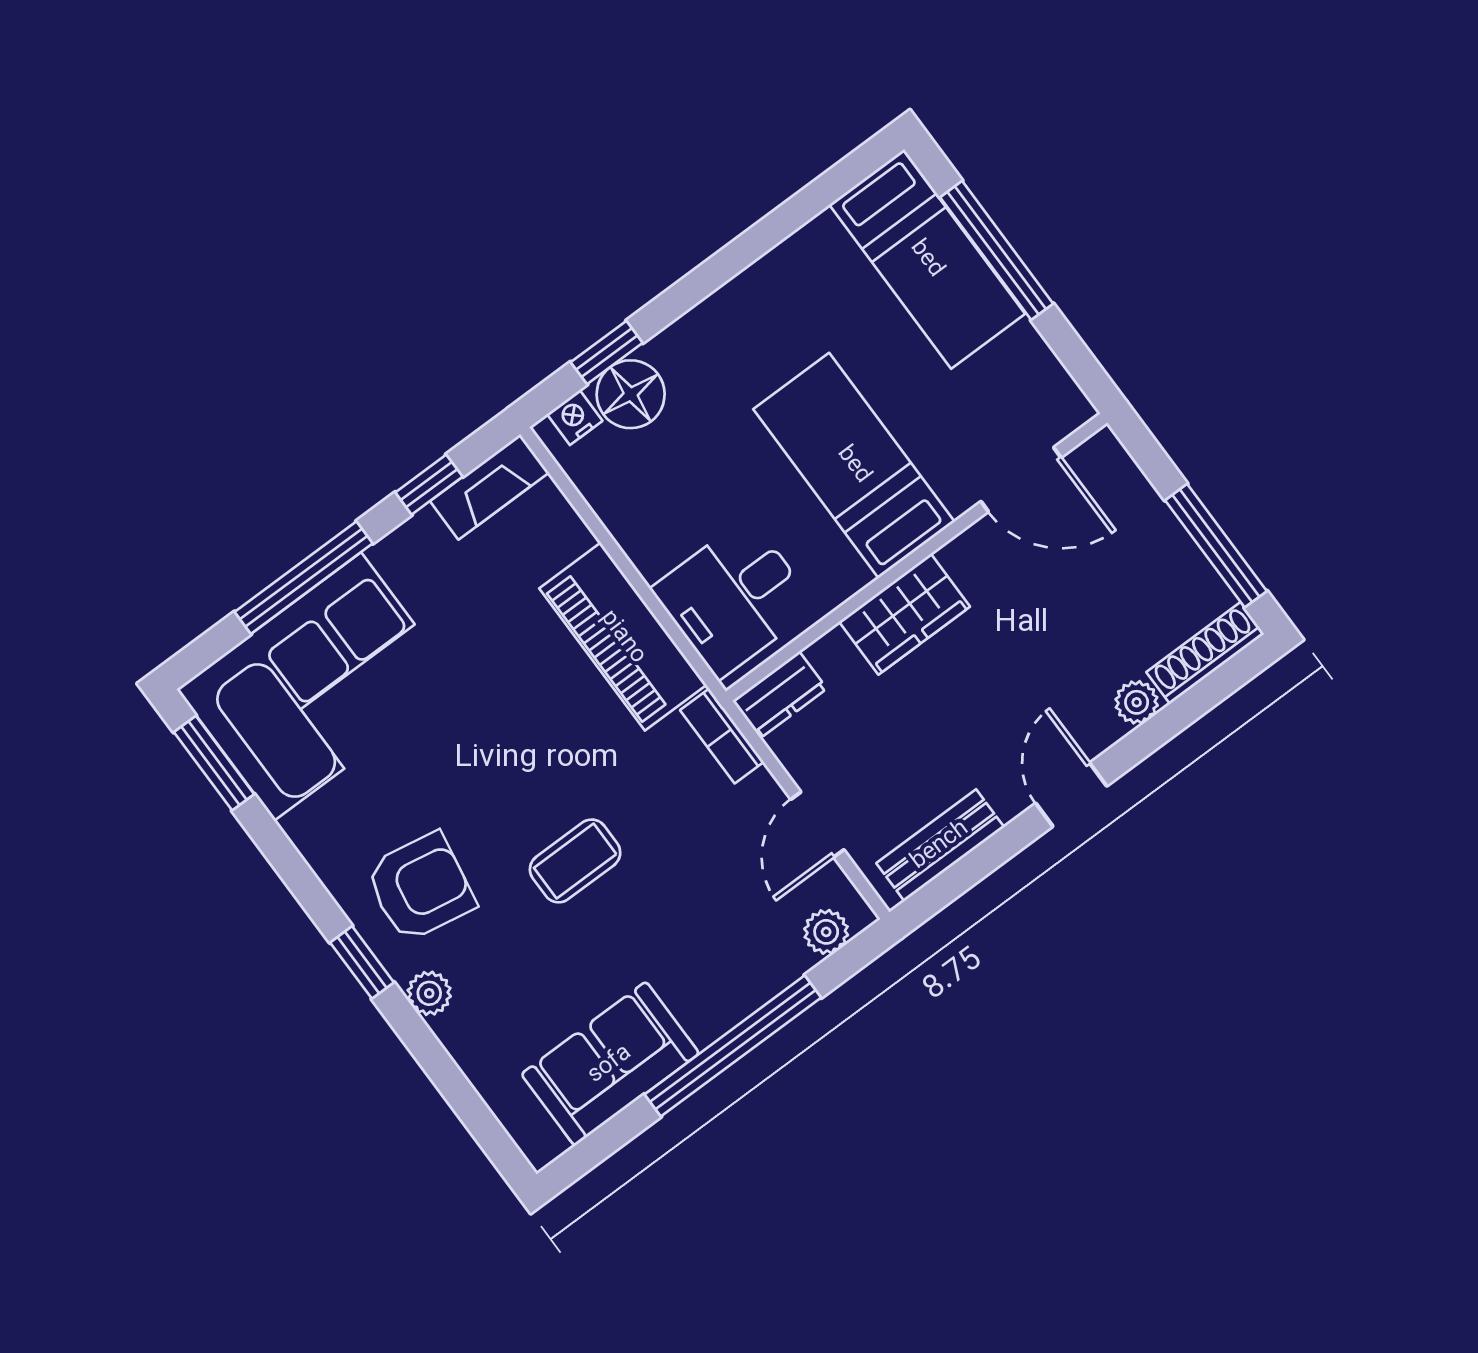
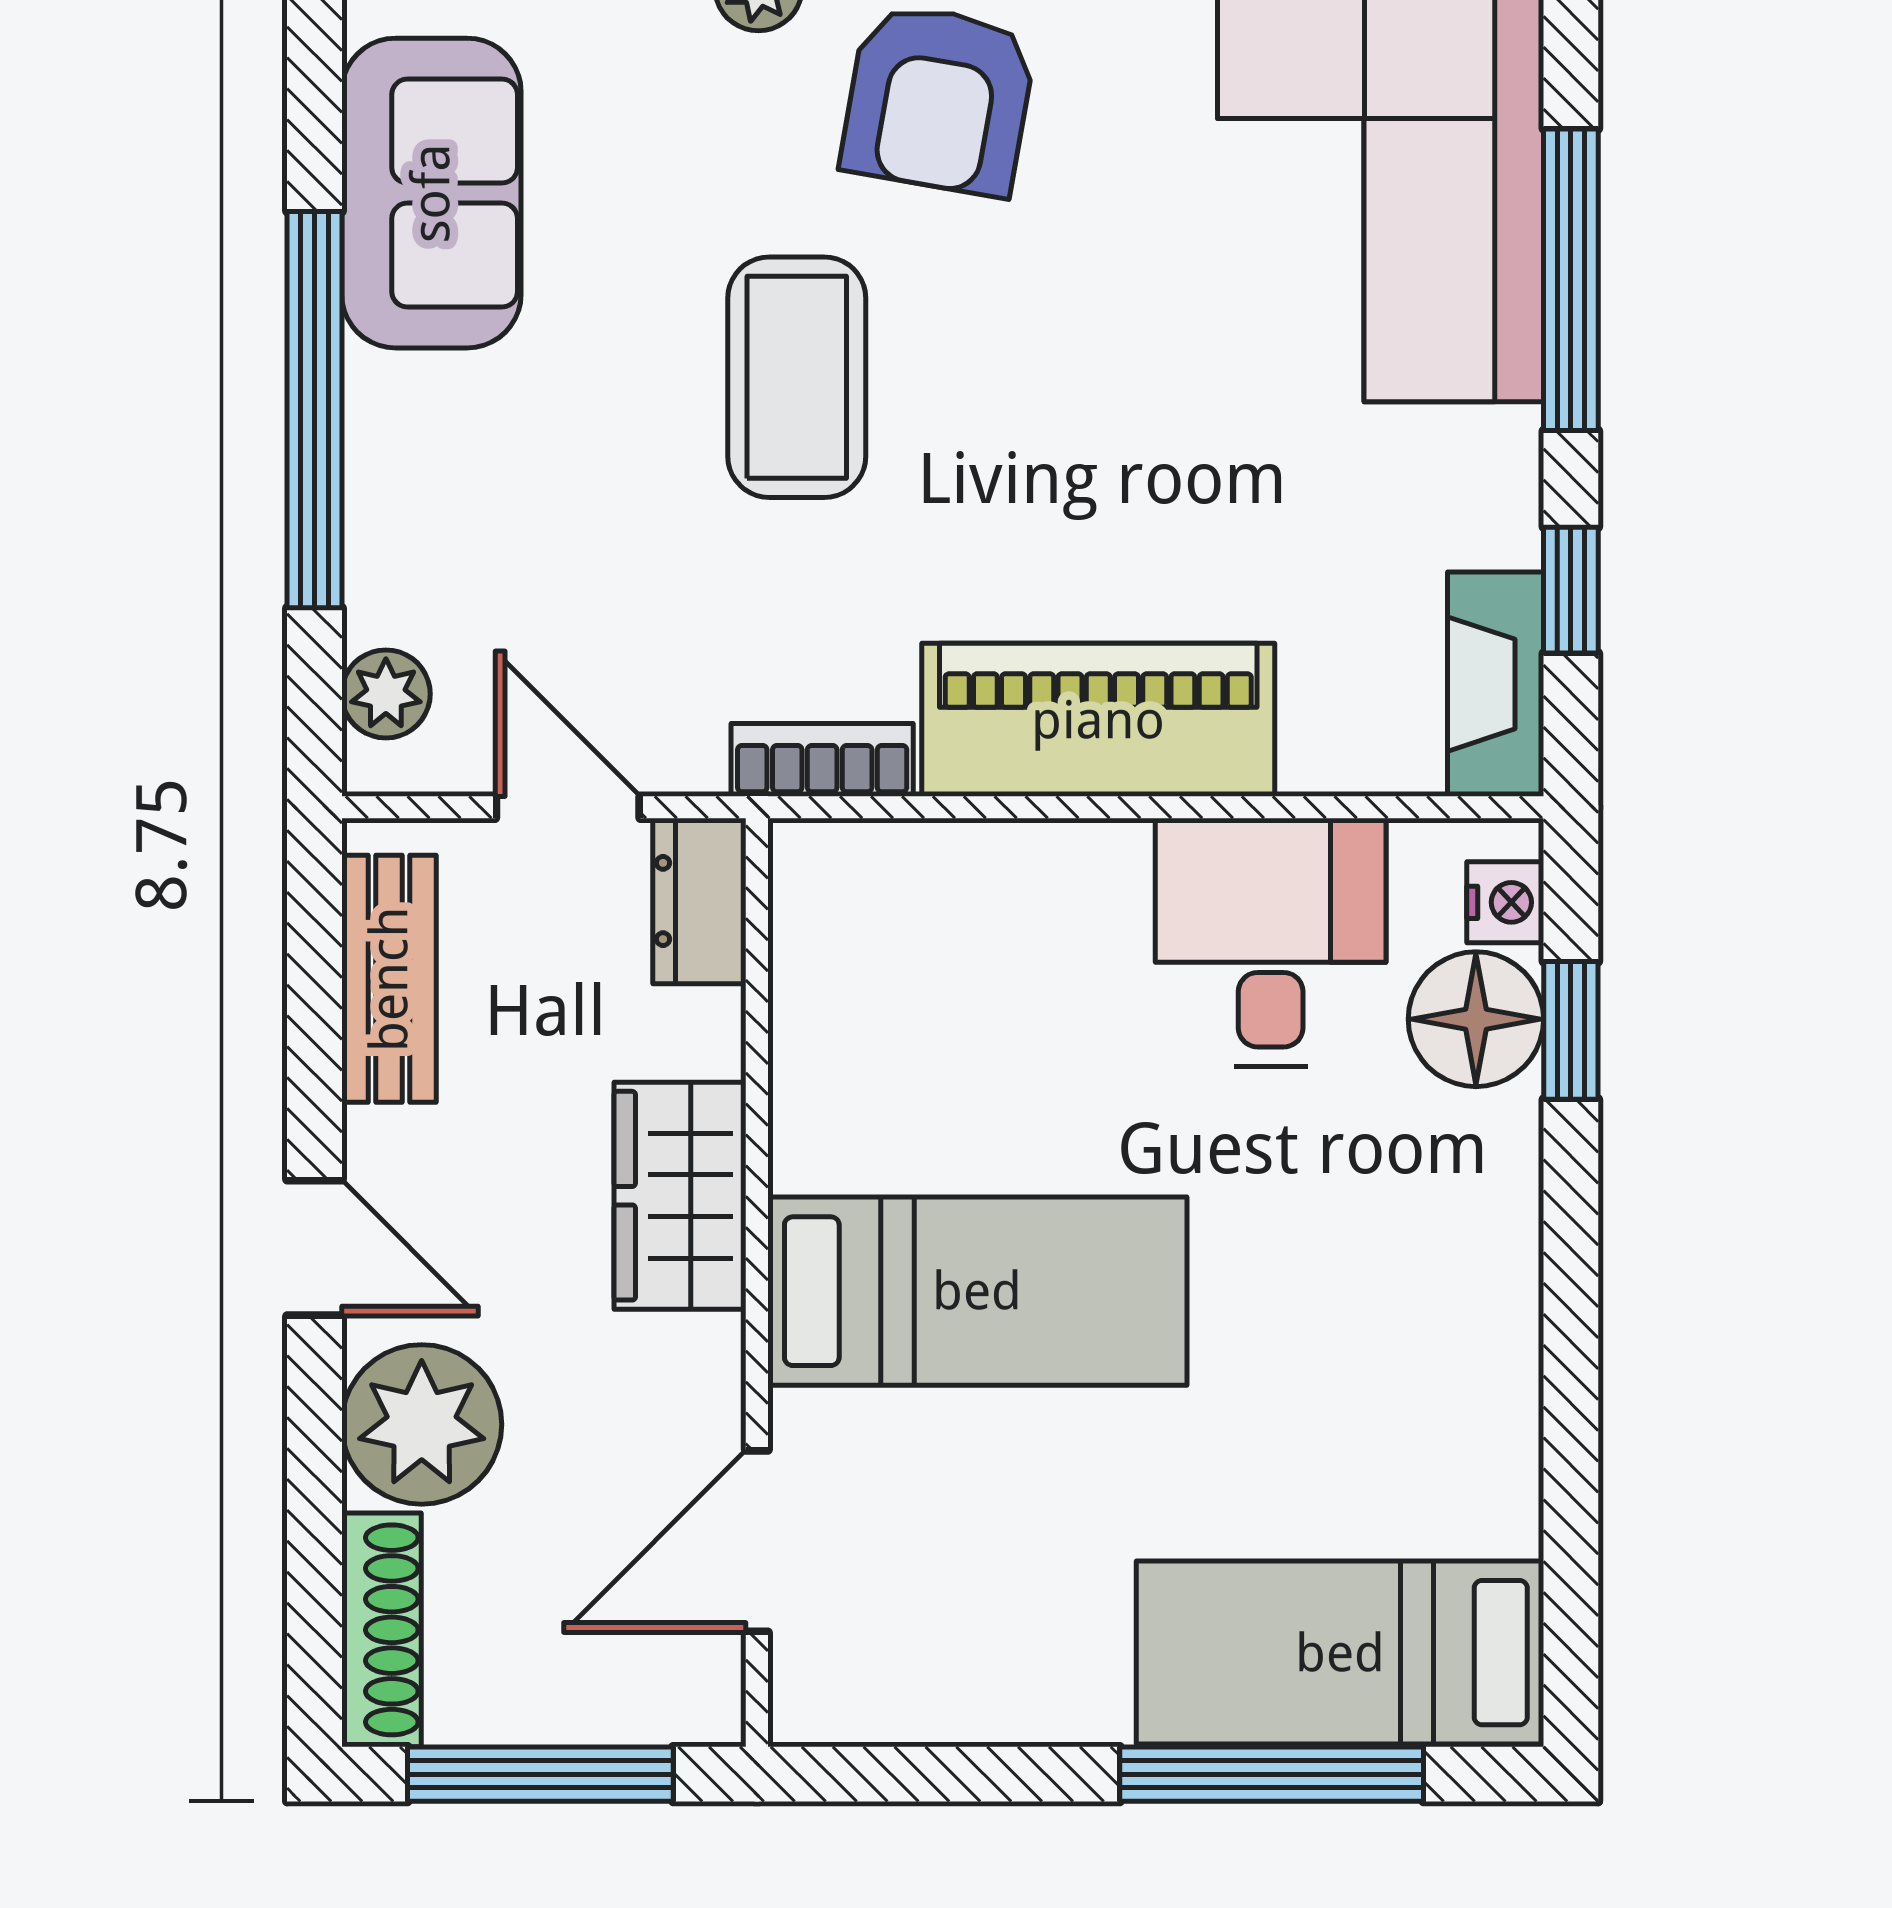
bed: (854, 465) -> (977, 1291), moved
door: (1021, 480) -> (757, 1541), moved
wall: (916, 557) -> (757, 1282), moved
desk: (734, 598) -> (1271, 943), moved
wardrobe: (904, 614) -> (680, 1196), moved
dresser: (780, 695) -> (699, 901), moved
plant: (1137, 702) -> (422, 1424), width x1.88, depth x1.88
coffee table: (575, 861) -> (797, 377), width x1.36, depth x1.30

